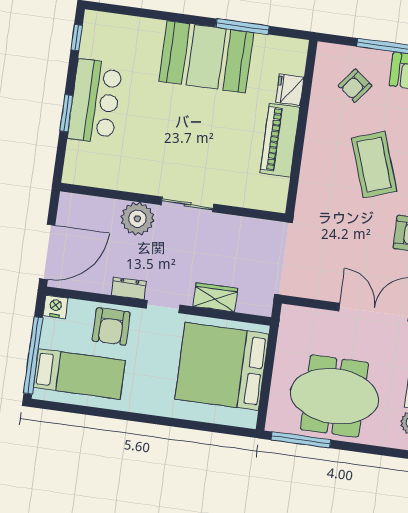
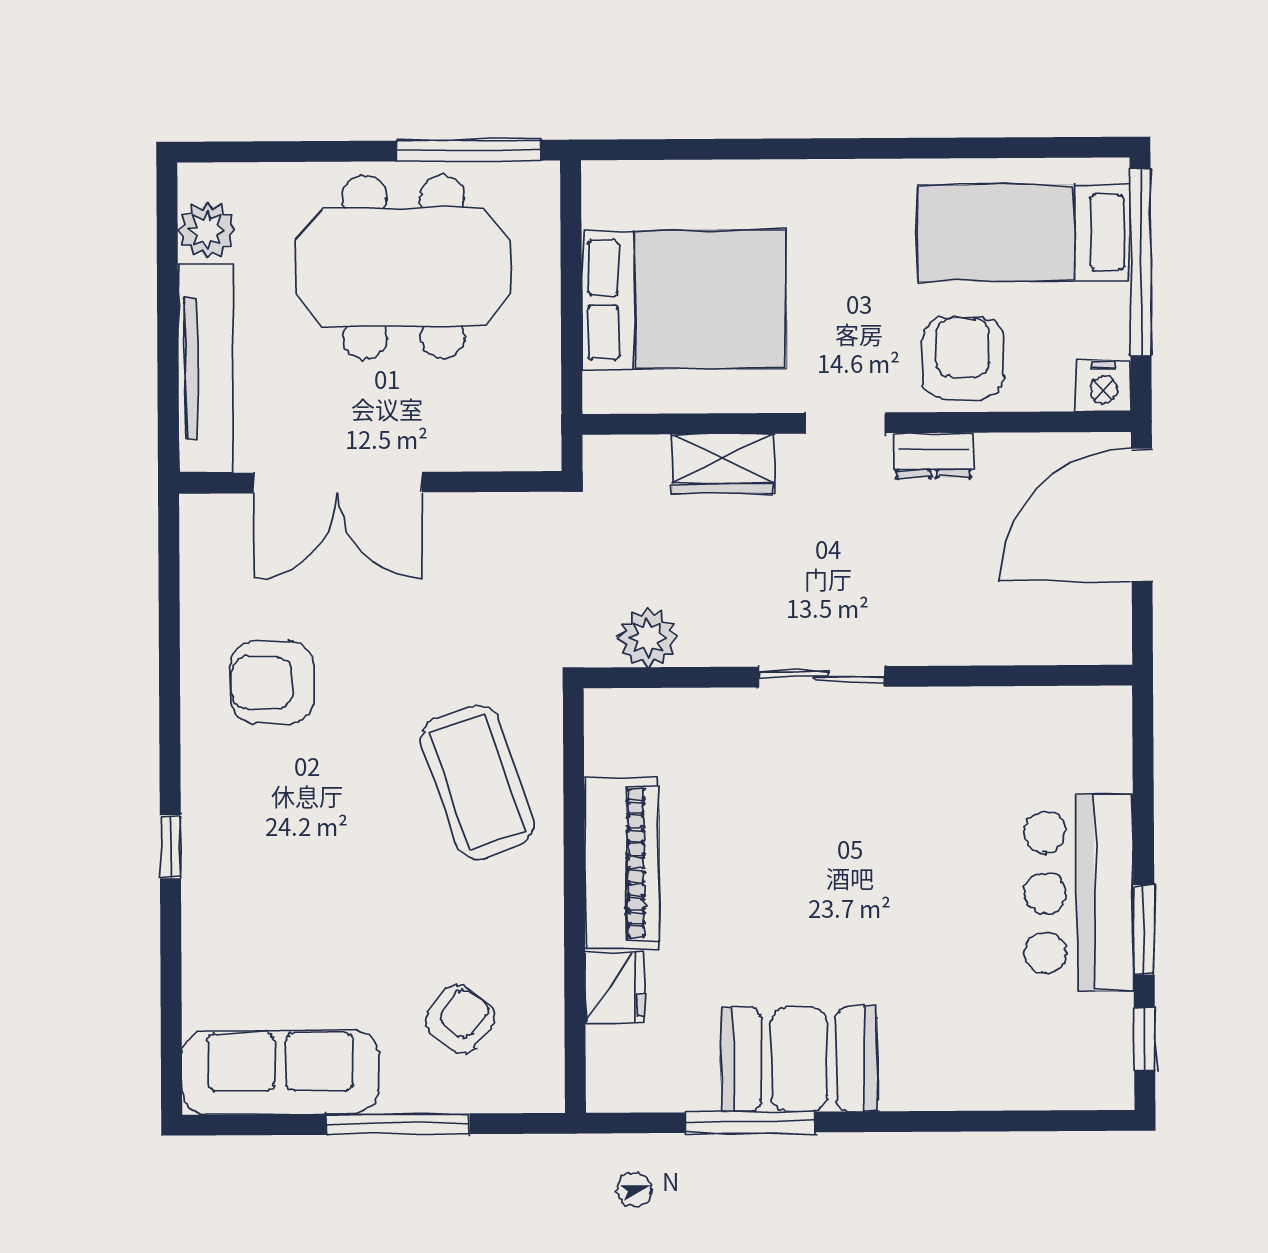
booth: (206, 57) -> (799, 1059), width x0.73, depth x0.70
window: (66, 113) -> (1144, 930), moved
coffee table: (374, 165) -> (477, 782), moved
plant: (137, 219) -> (647, 638), moved, width x0.73, depth x0.73
bed: (222, 366) -> (684, 300), width x0.73

